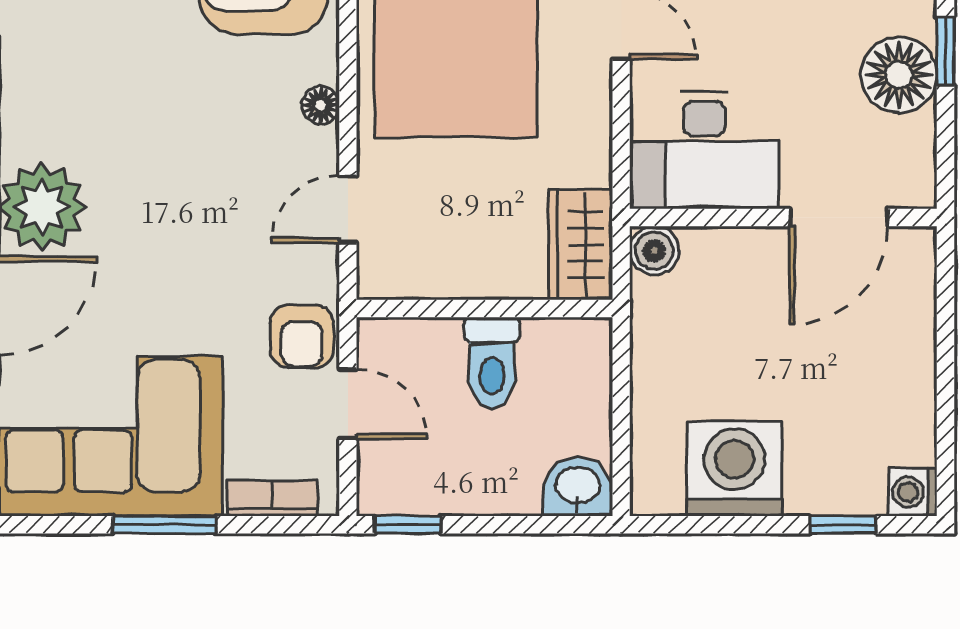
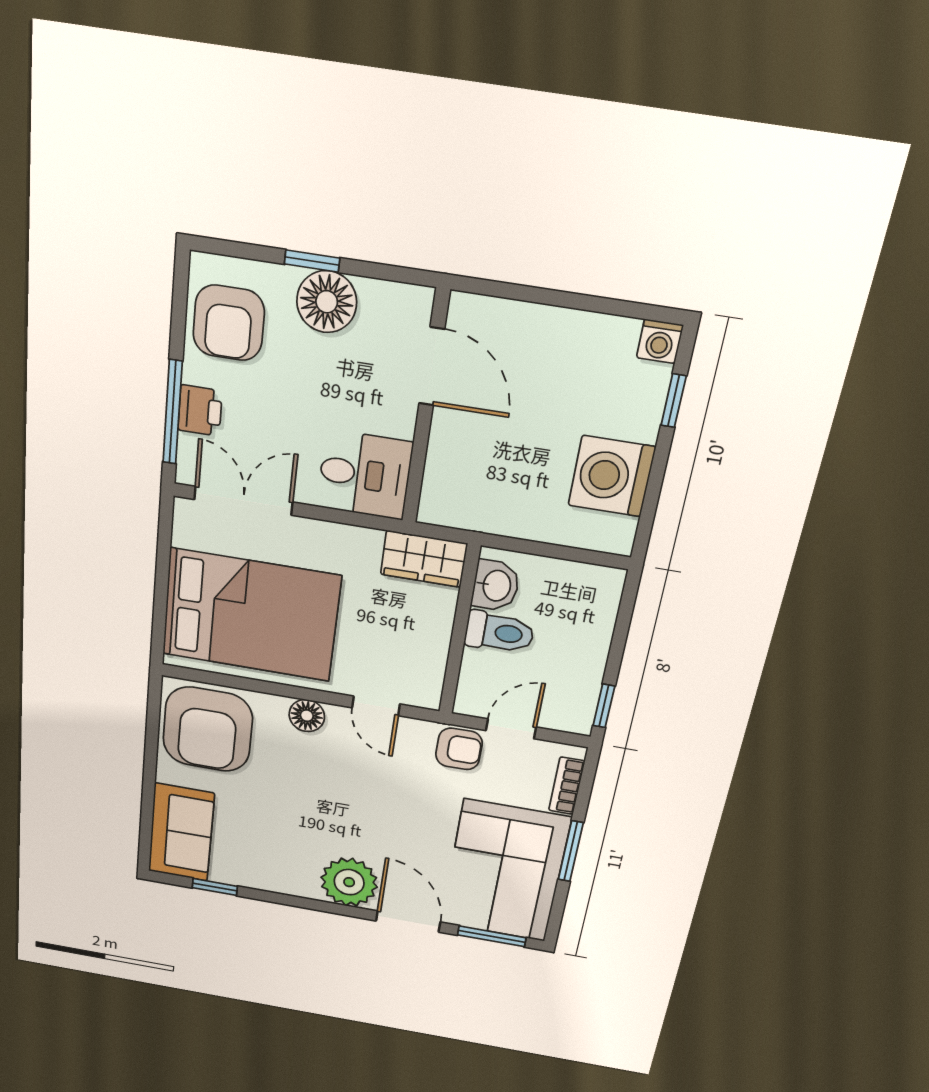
floor lamp: (321, 105) -> (307, 716), width x1.37, depth x1.37
desk: (704, 150) -> (365, 475), width x0.73
boiler: (654, 251) -> (436, 508), removed
washbasin: (578, 487) -> (496, 586), moved, turned 180

